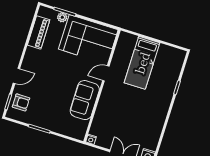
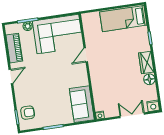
bed: (142, 63) -> (123, 19), moved, turned 90
door: (16, 76) -> (11, 76), moved
sofa: (85, 100) -> (82, 104), moved
wardrobe: (162, 109) -> (146, 62), added
floor lamp: (157, 128) -> (149, 79), added

